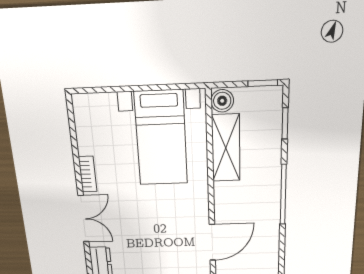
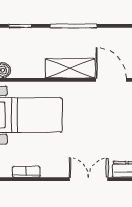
shelving: (226, 148) -> (70, 68), moved
bookcase: (88, 174) -> (26, 172), moved

